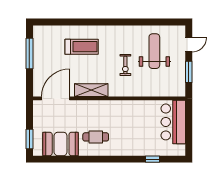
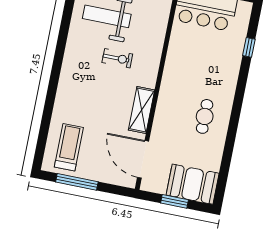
treadmill: (82, 47) -> (69, 147), moved
window: (29, 139) -> (174, 201), moved
booth: (61, 144) -> (193, 184), moved, turned 90

